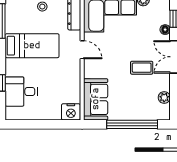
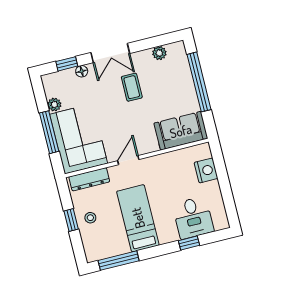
nightstand: (71, 112) -> (206, 170), moved

